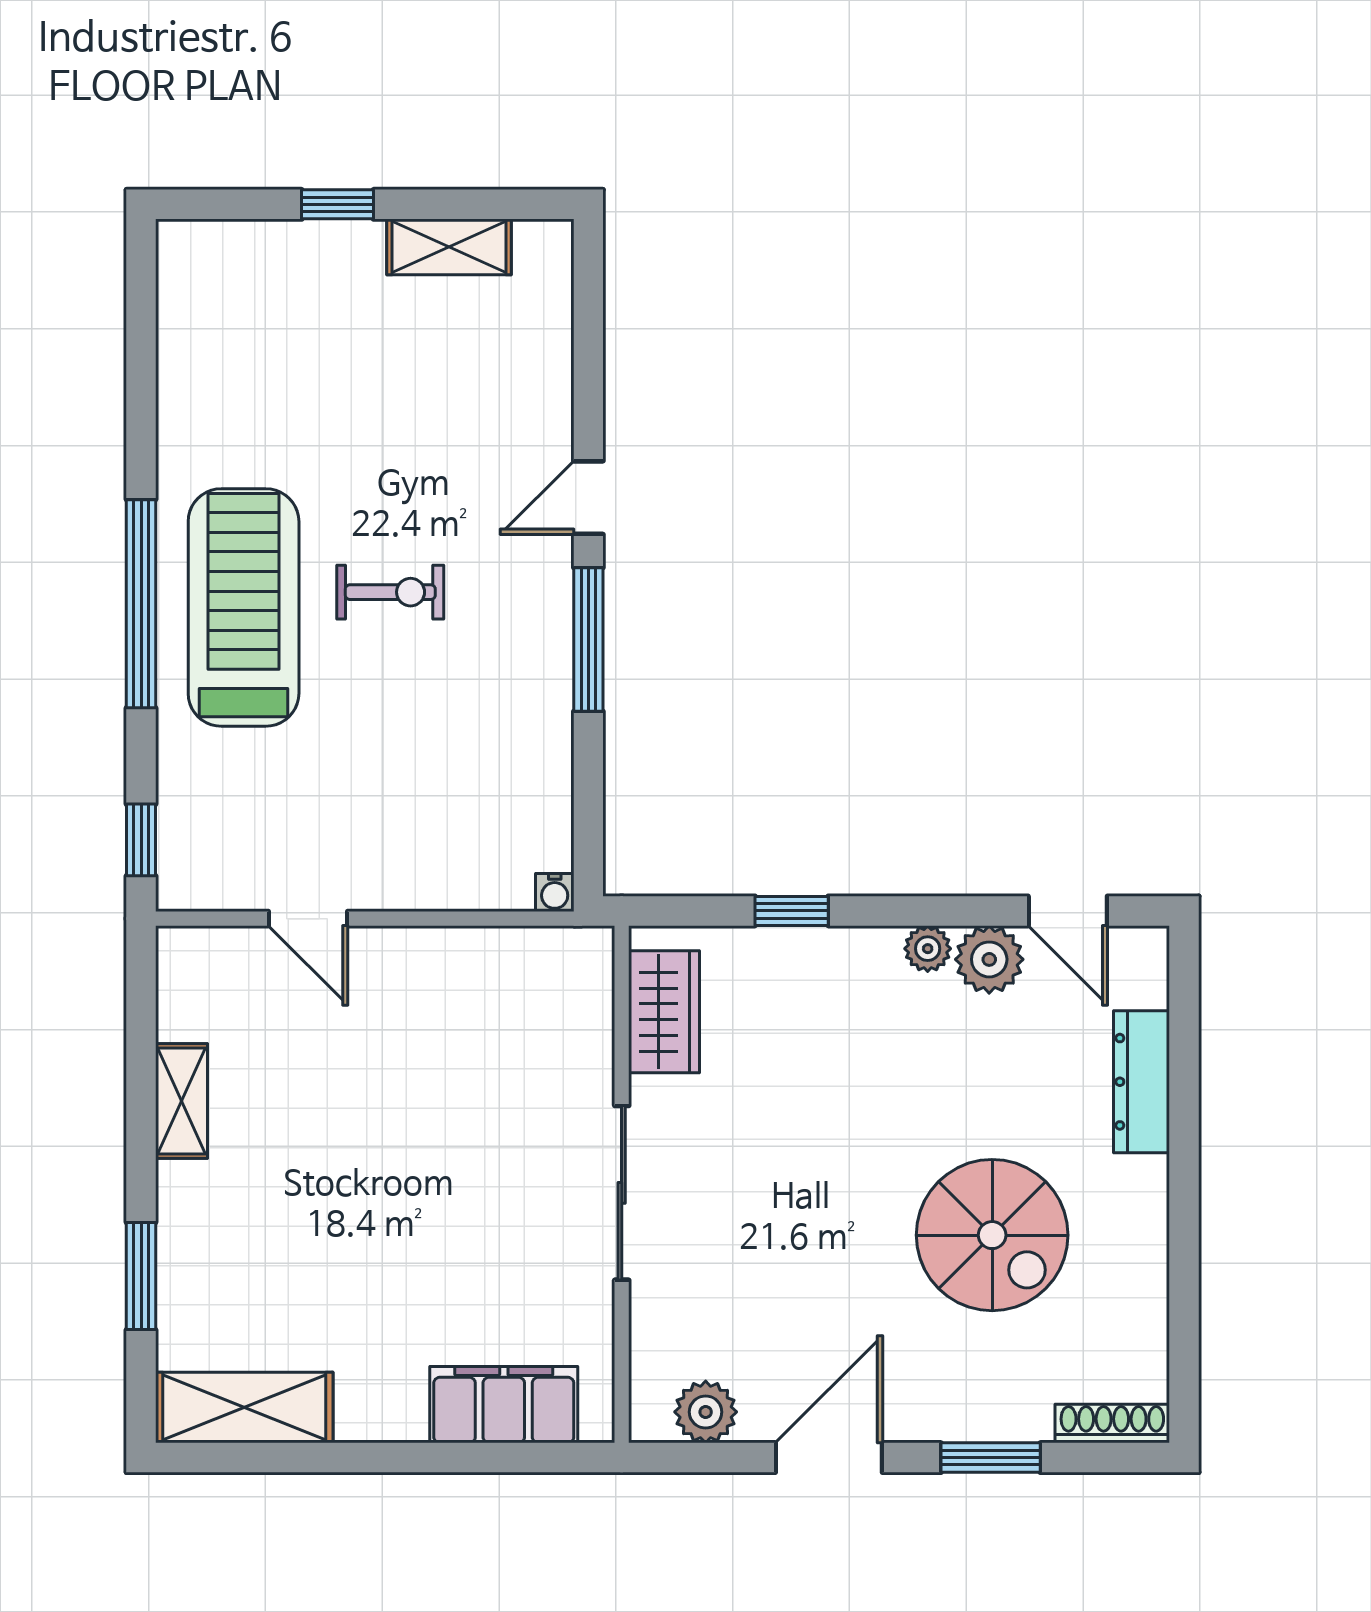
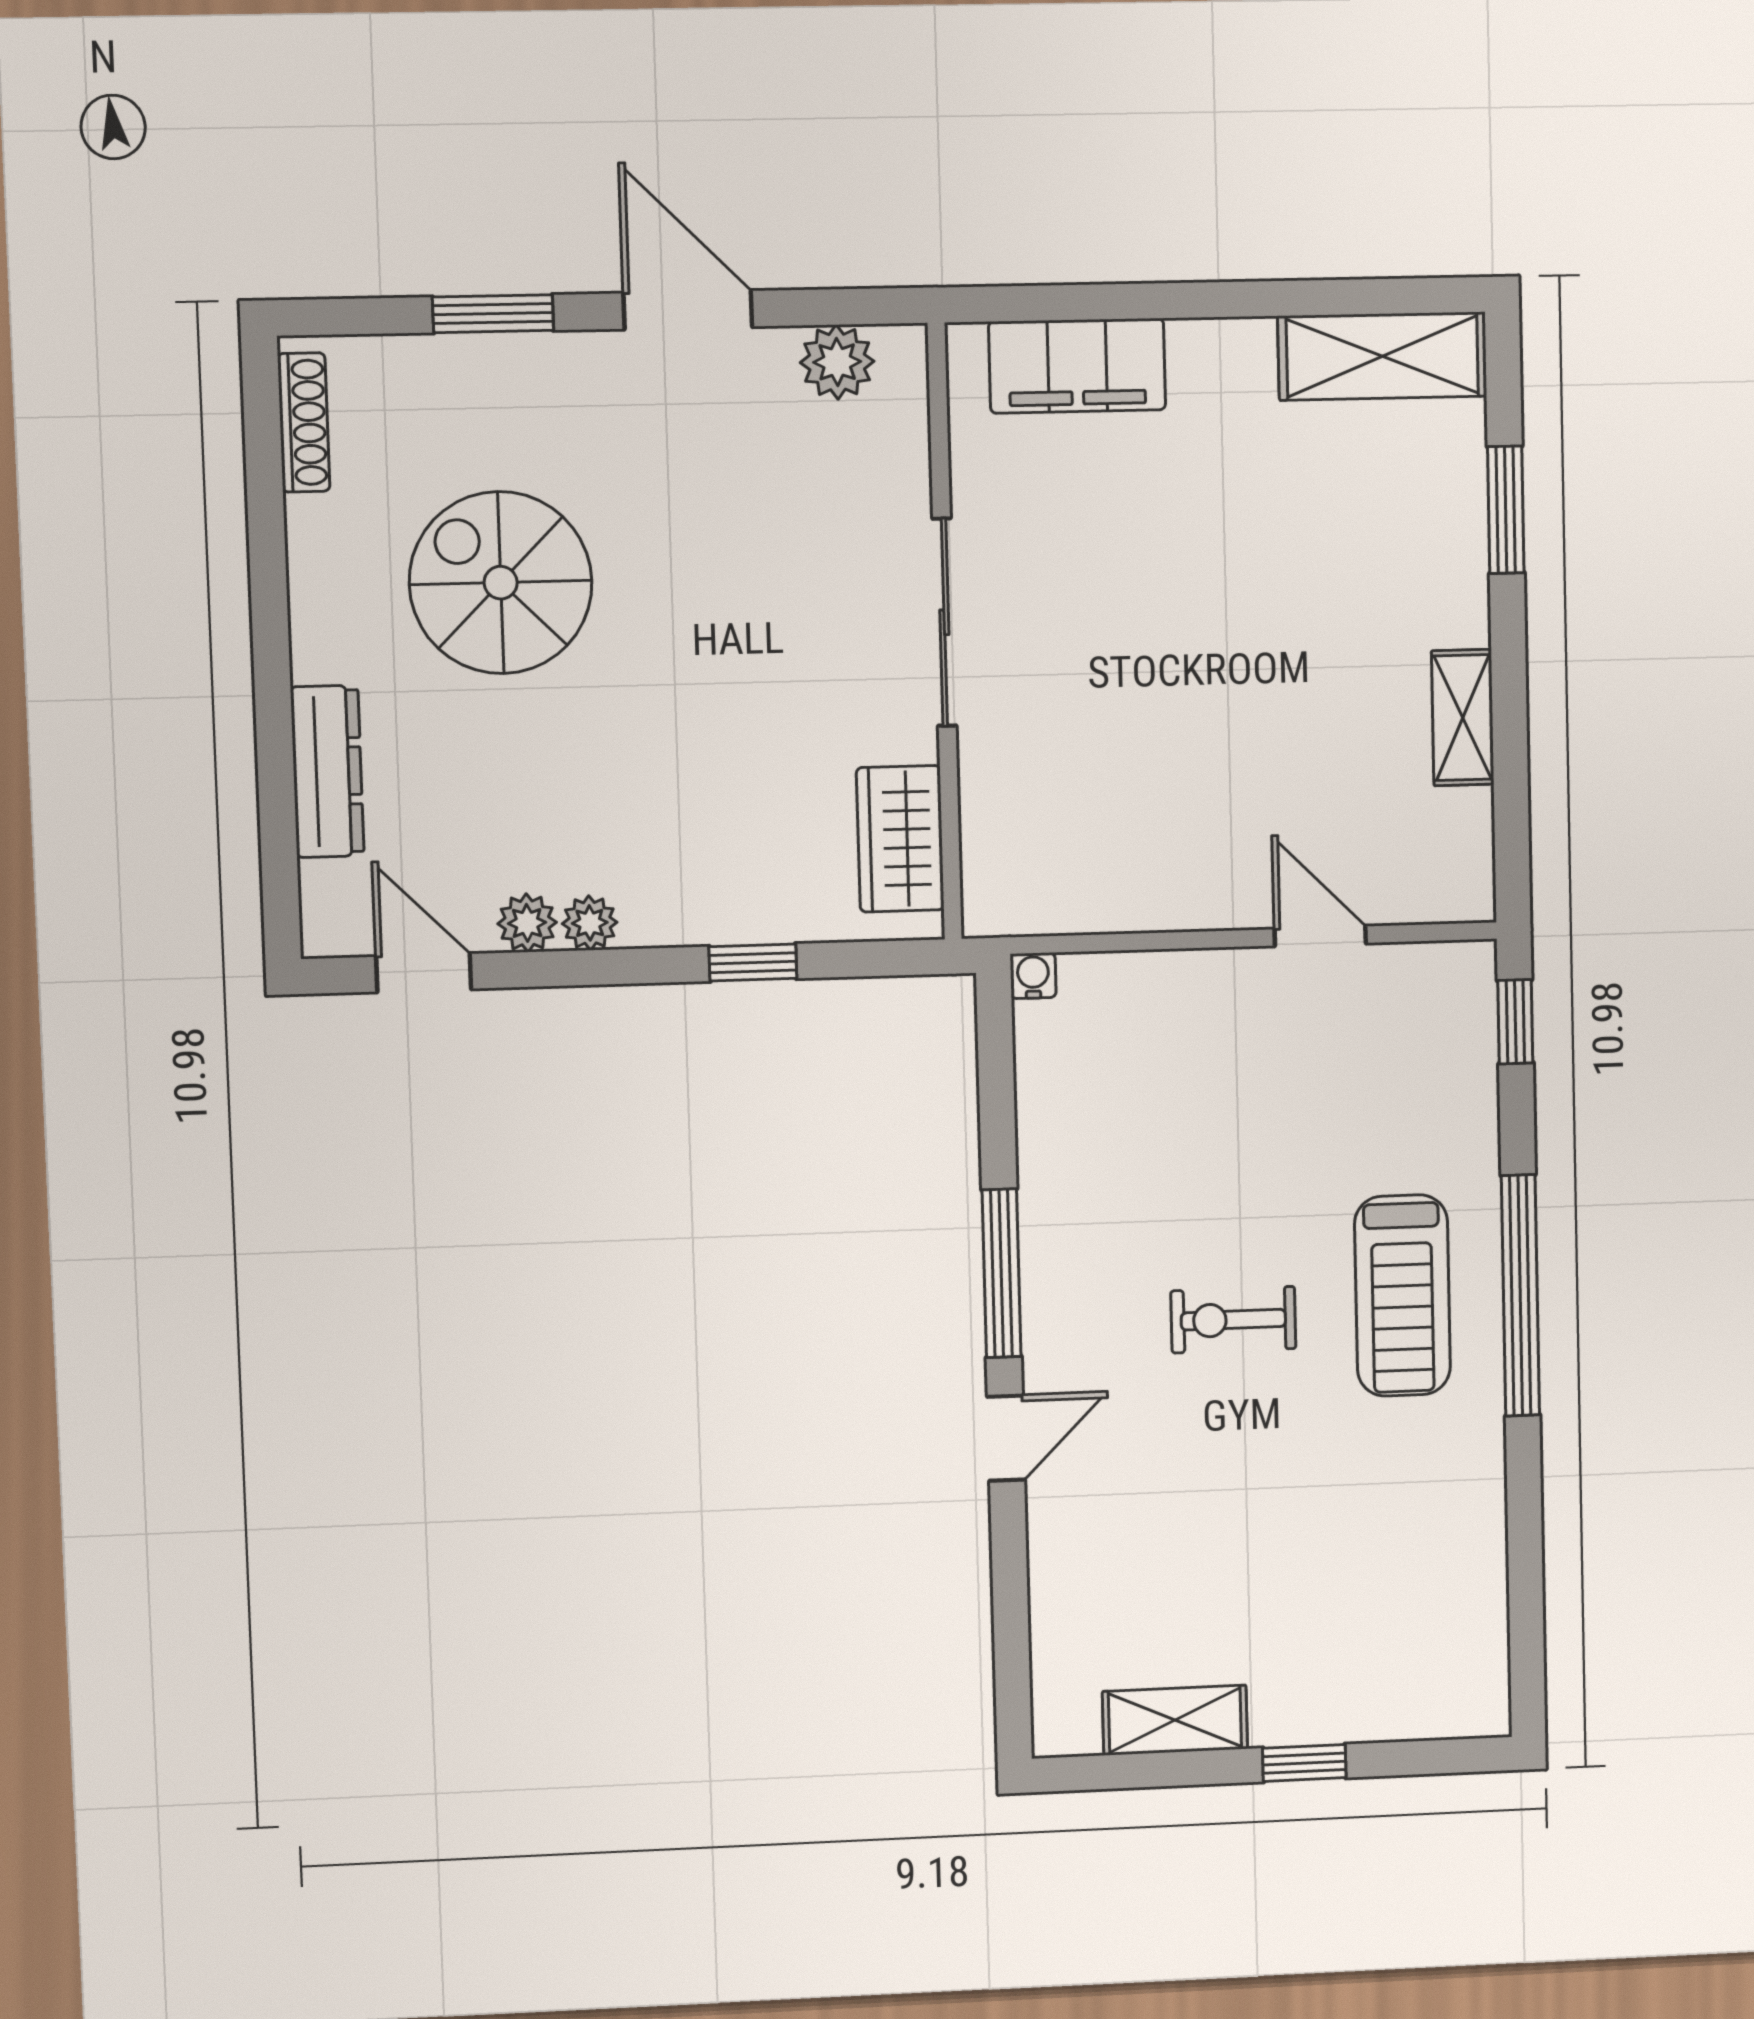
treadmill: (244, 607) -> (1402, 1296), width x0.73, depth x0.73
plant: (989, 959) -> (527, 923), width x0.73, depth x0.73
shoe rack: (1112, 1424) -> (304, 422), moved, turned -90
door: (829, 1458) -> (688, 310), swing flipped

